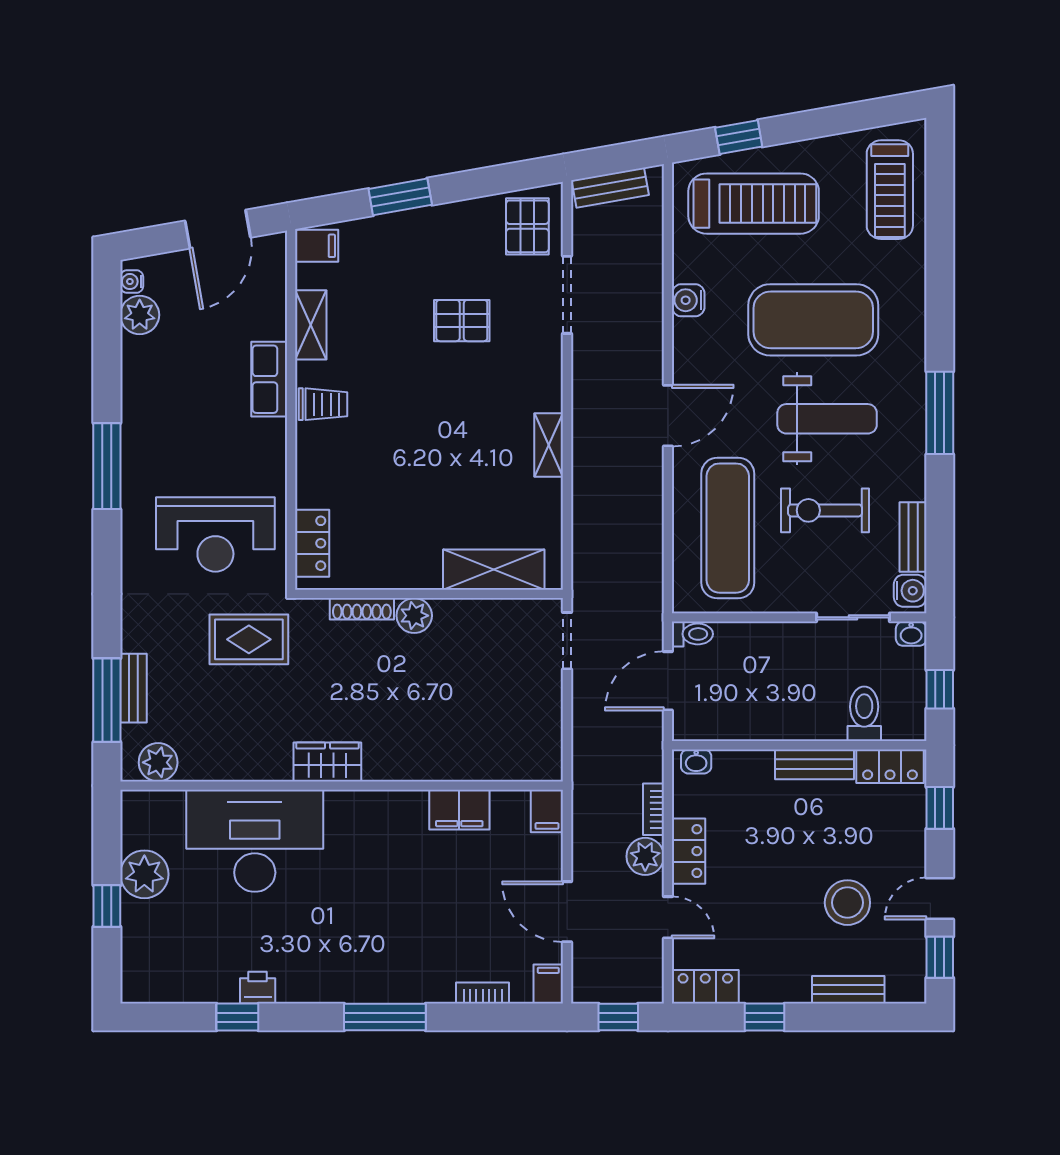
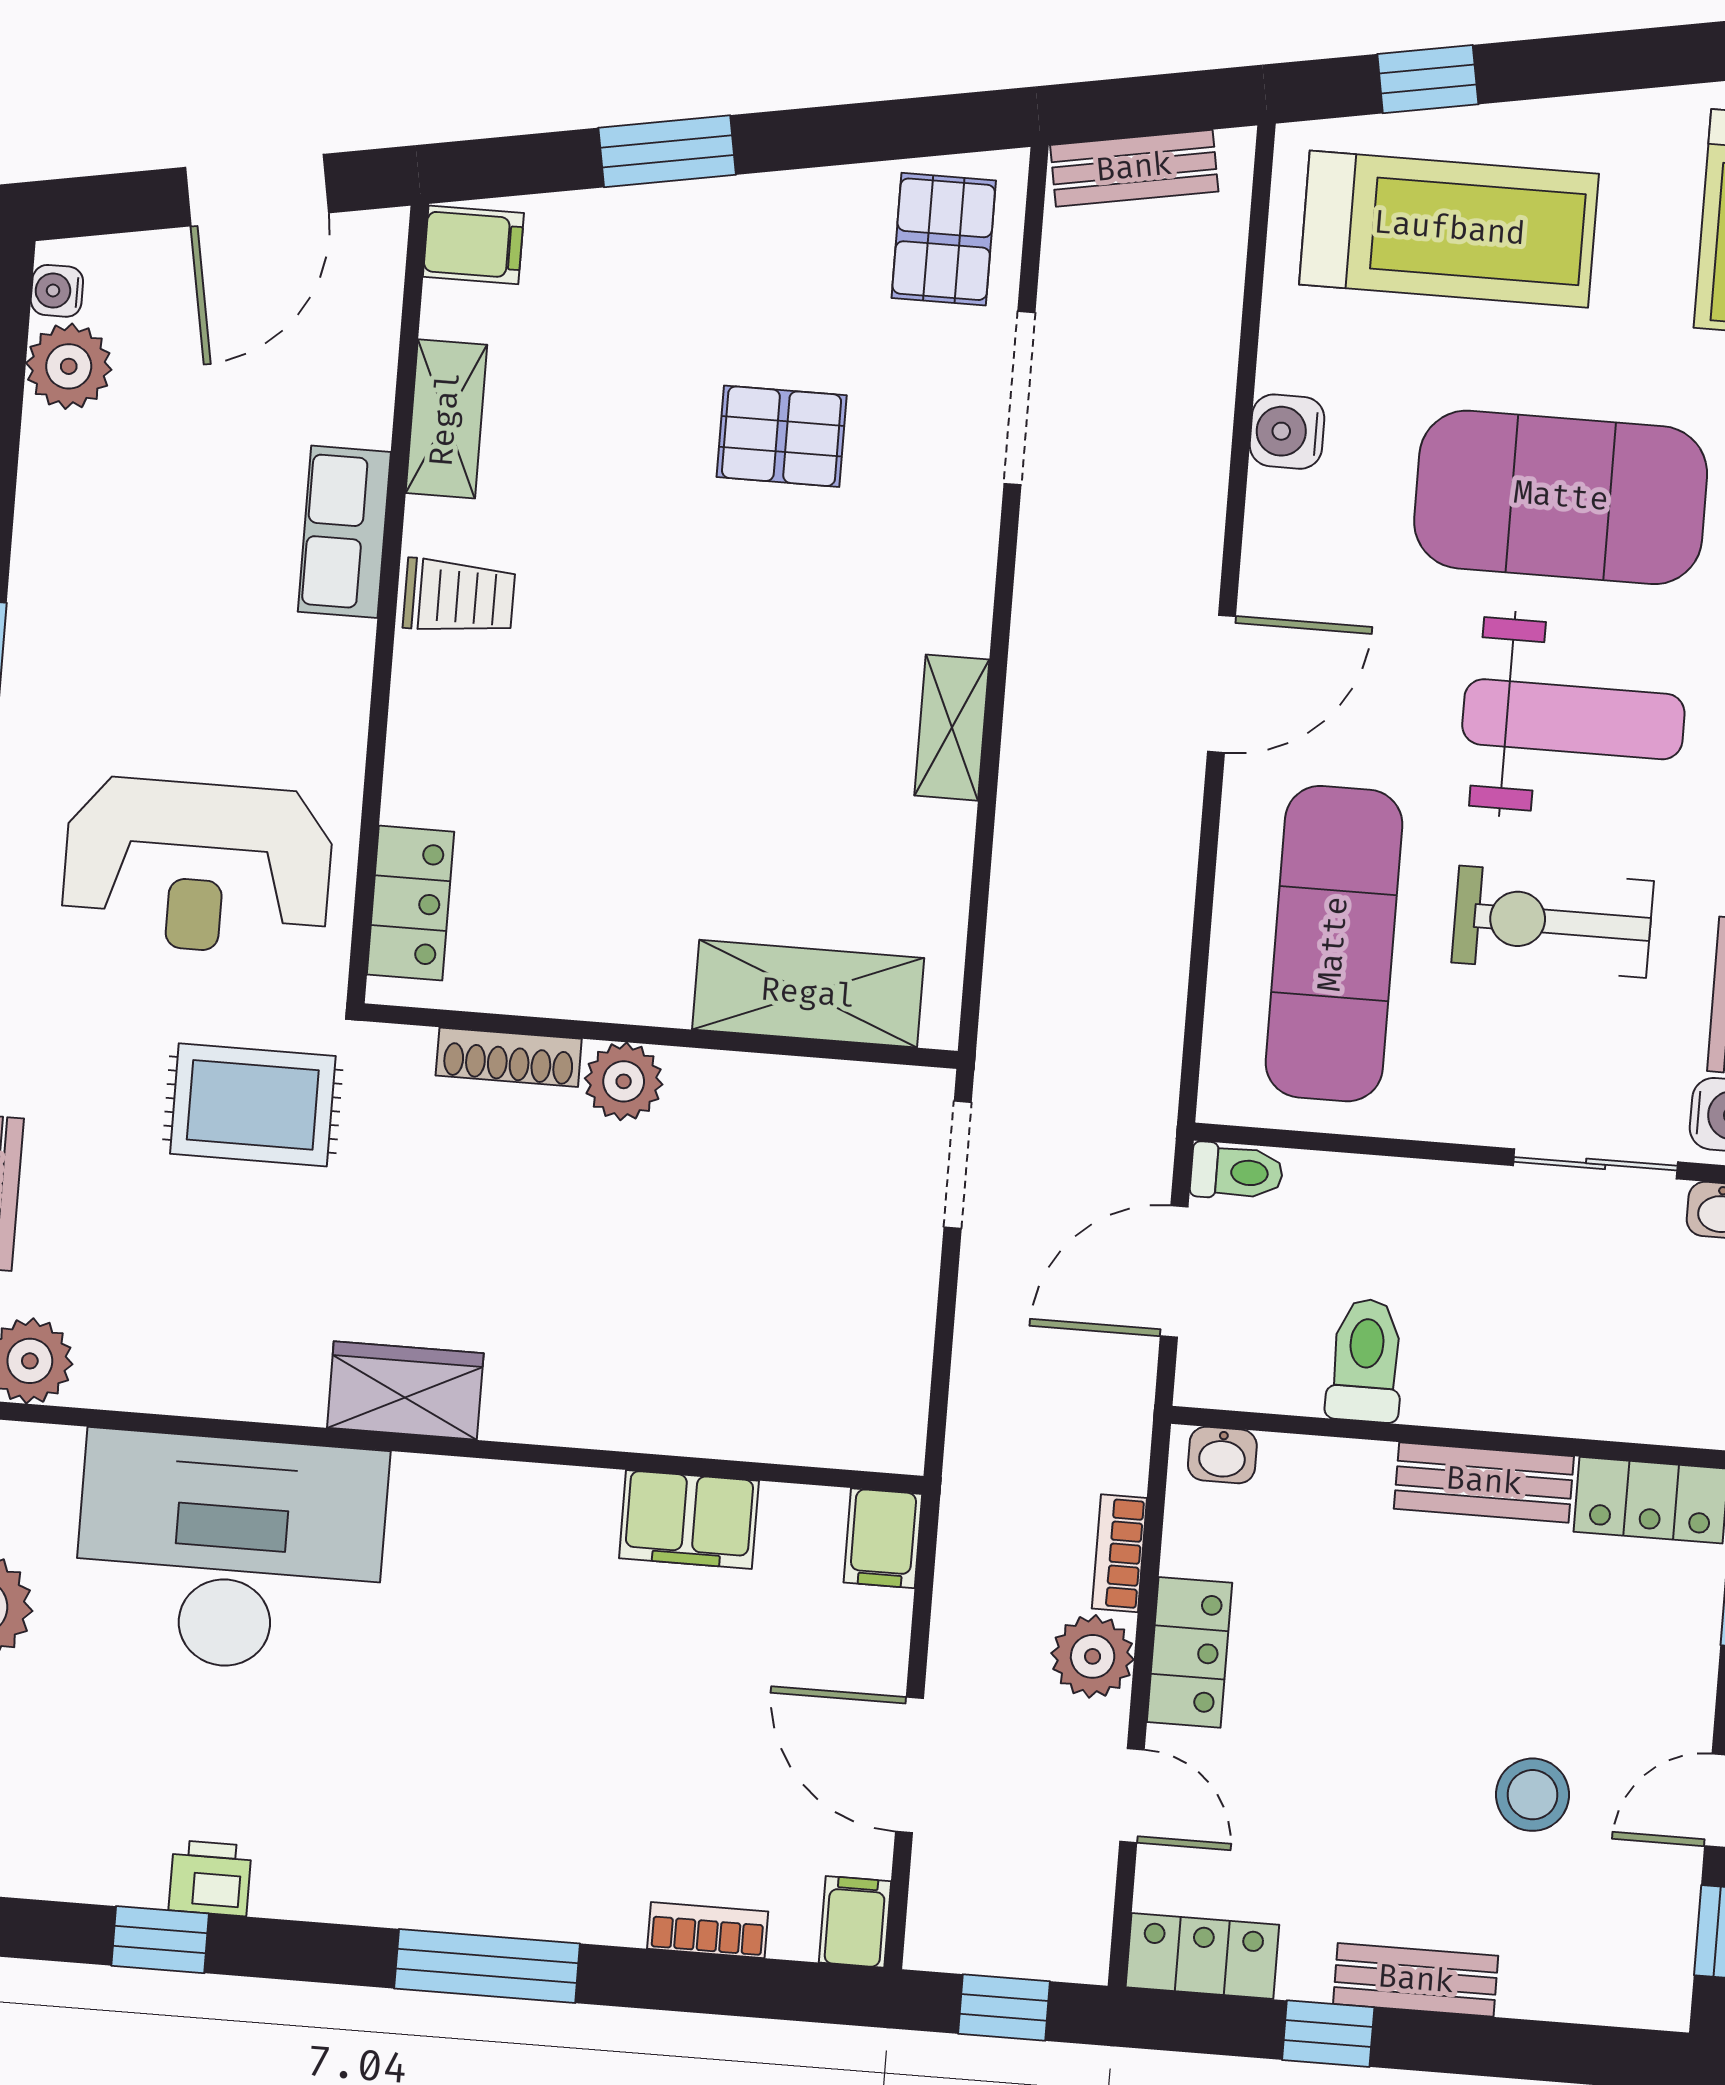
toilet: (864, 714) -> (1366, 1360), moved
stool: (847, 903) -> (1532, 1795), width x0.73, depth x0.73
bench: (848, 990) -> (1416, 1980), moved

